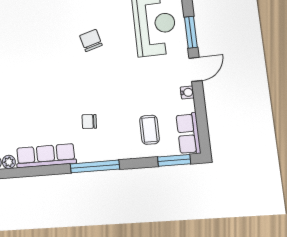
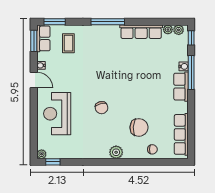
window: (191, 32) -> (34, 41), moved
door: (195, 69) -> (34, 80), swing flipped
chair: (89, 121) -> (139, 127), moved, width x1.87, depth x1.87

